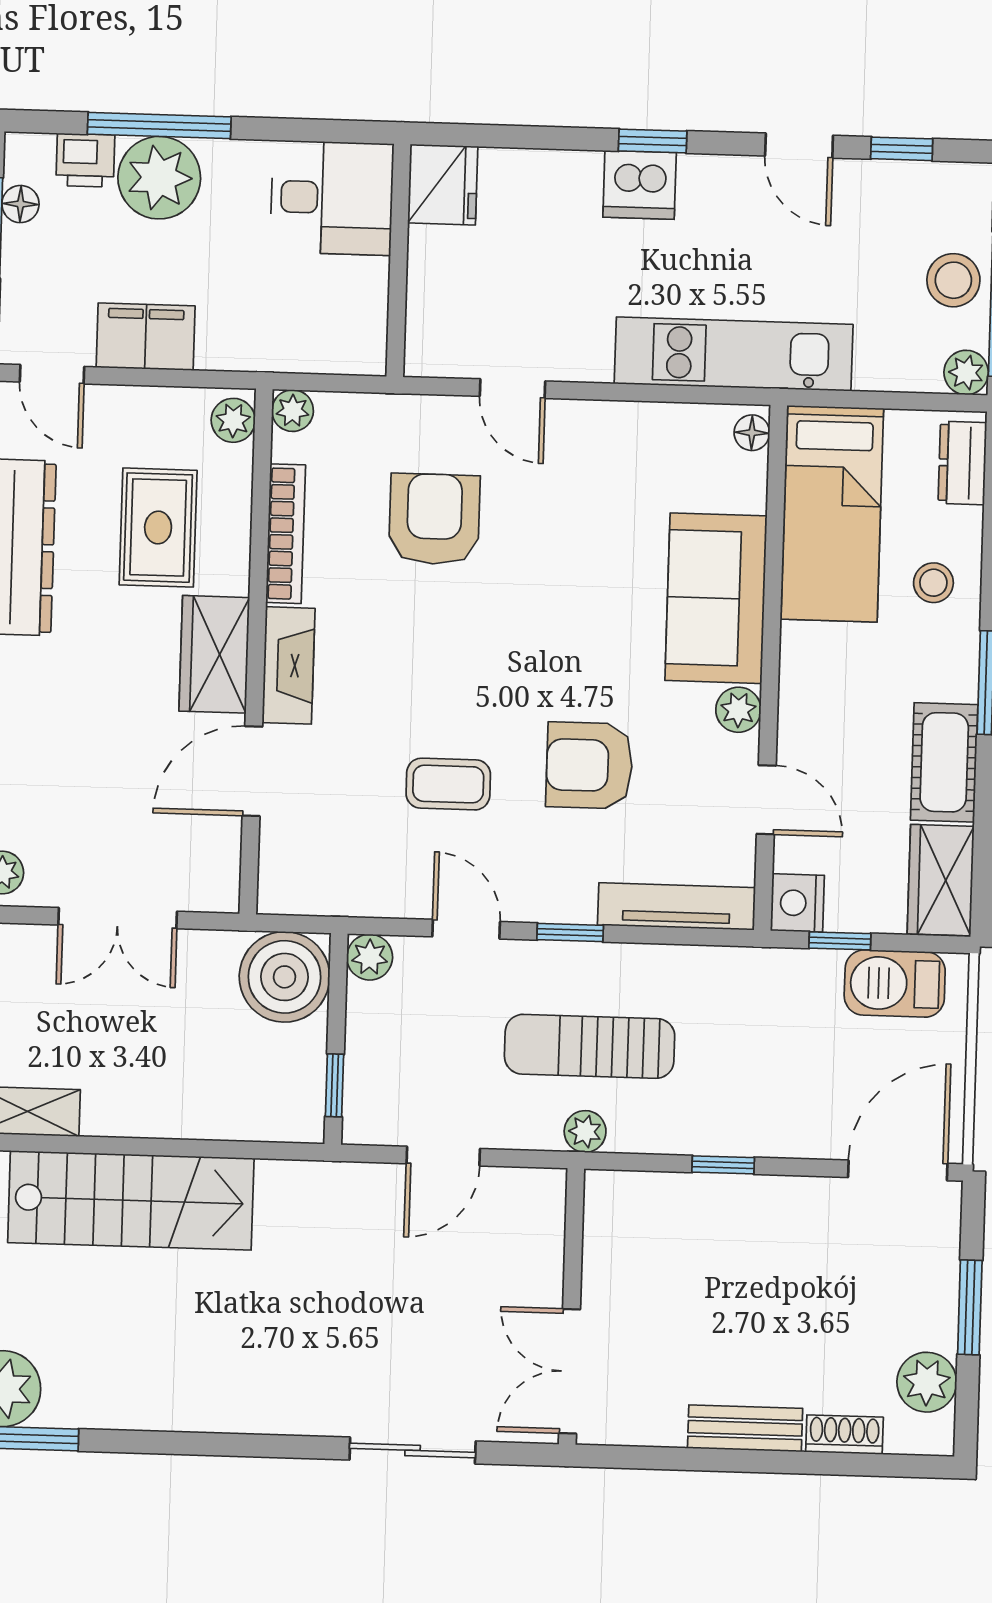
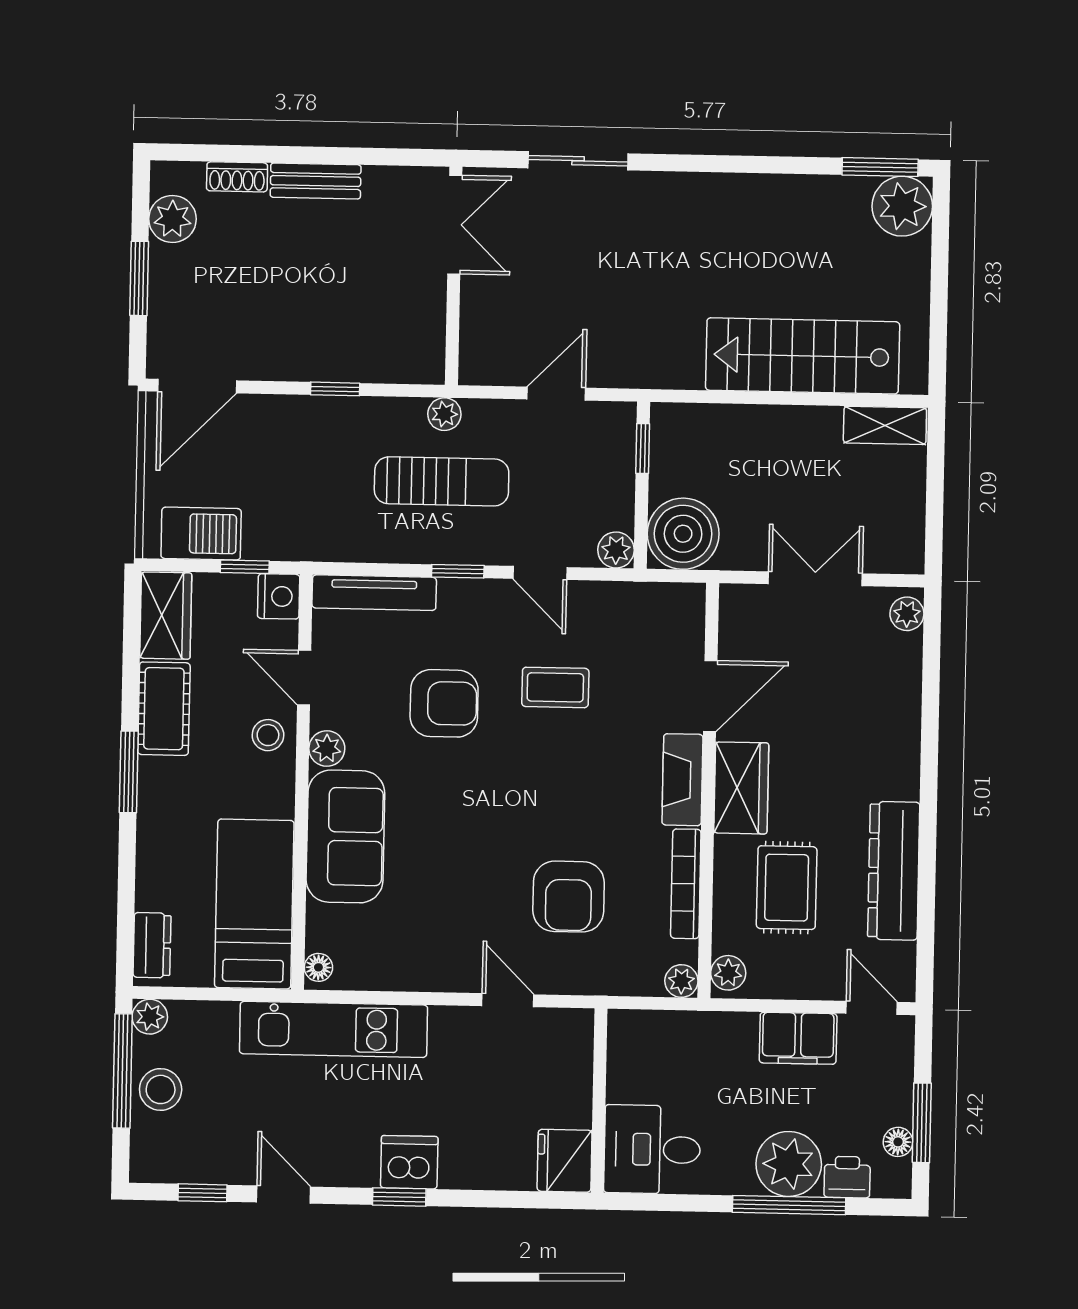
stool: (933, 583) -> (268, 735), moved

